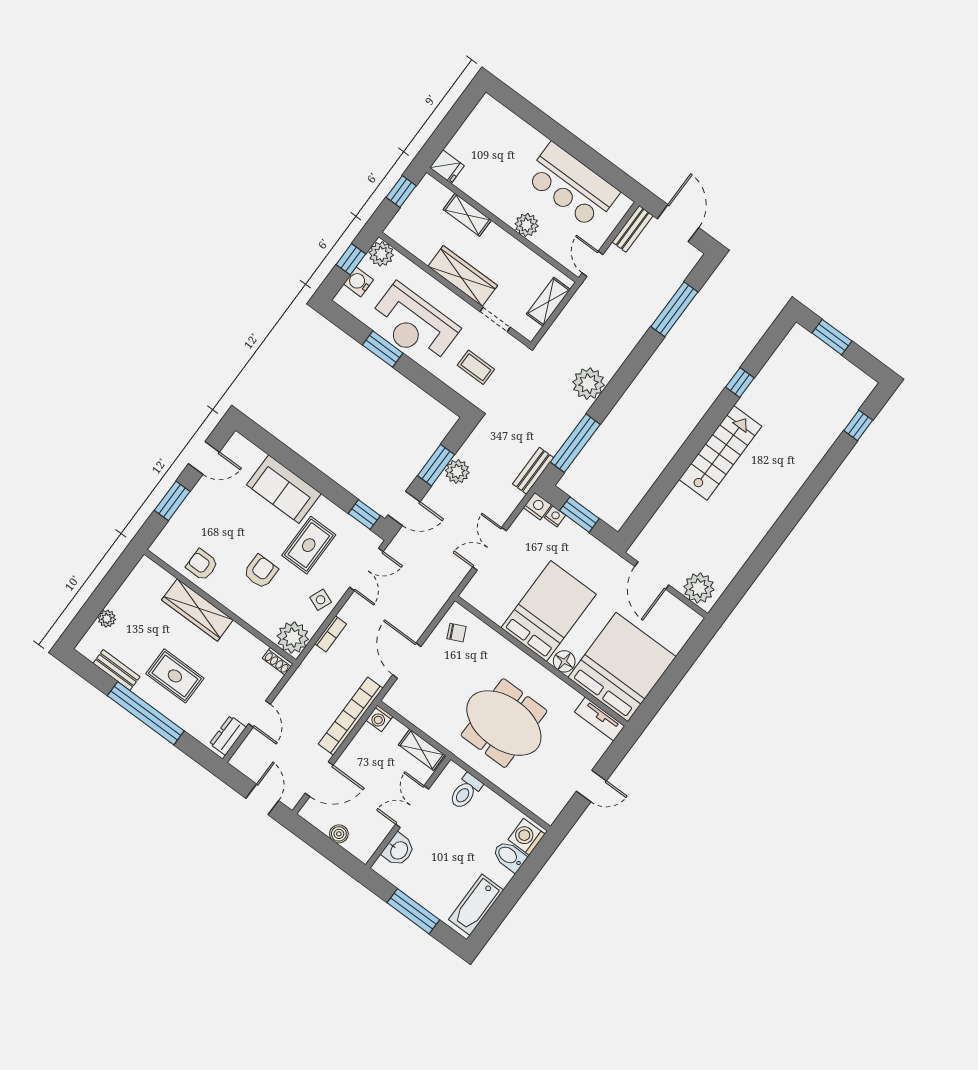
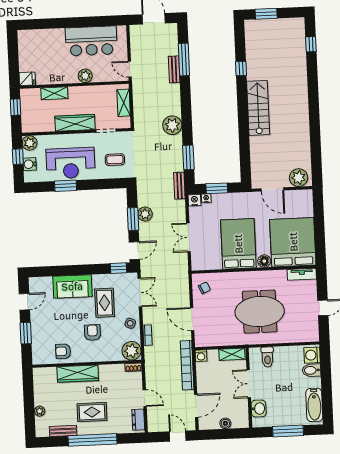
bench: (633, 229) -> (174, 69), moved
window: (575, 443) -> (188, 157), width x0.69

